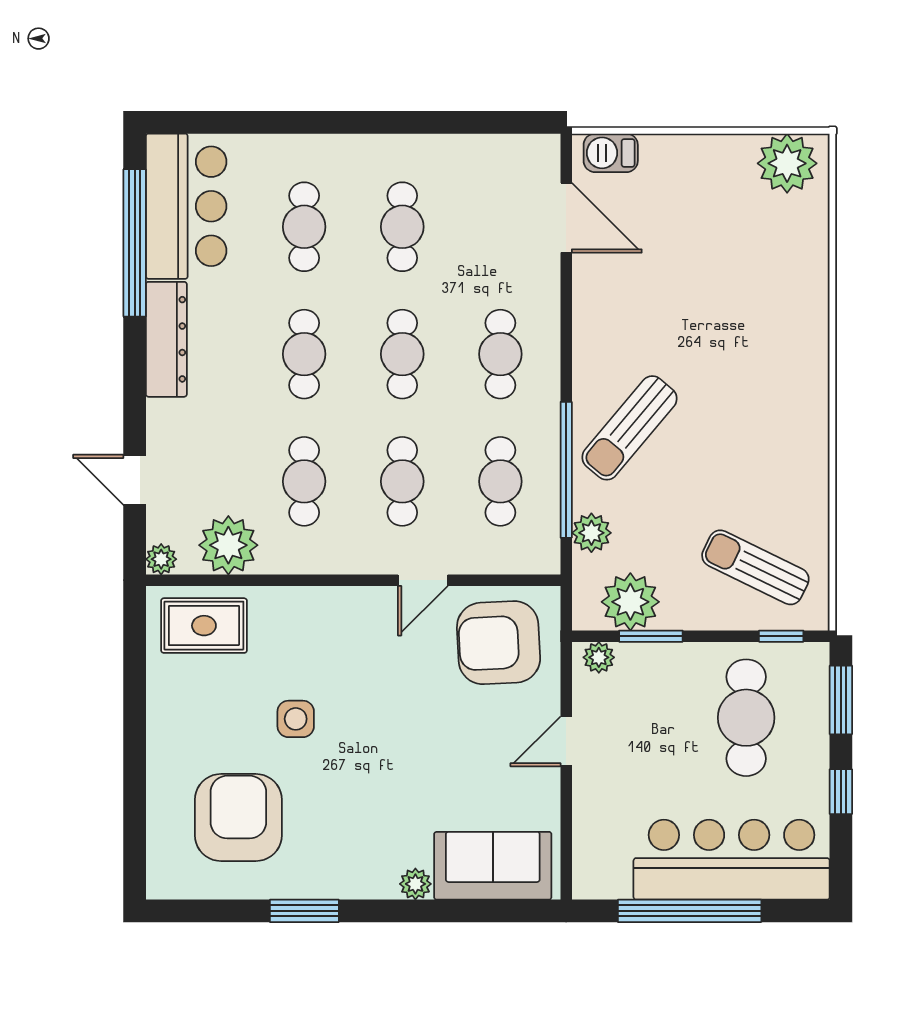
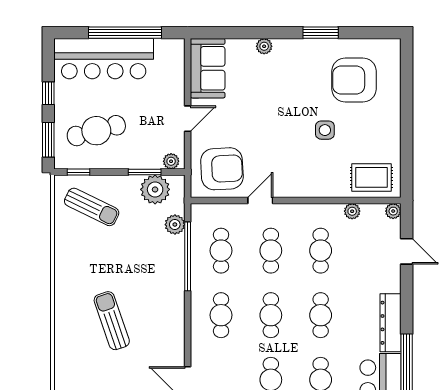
sun lounger: (629, 428) -> (112, 321), moved, turned -59
plant: (228, 545) -> (352, 211), width x0.53, depth x0.53
cafe table: (746, 718) -> (96, 131), turned 75
armchair: (238, 818) -> (354, 80), turned 90
sofa: (493, 866) -> (208, 68), moved, turned -90

